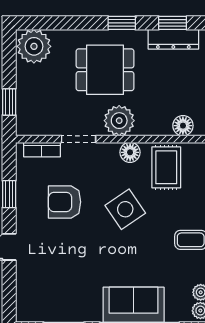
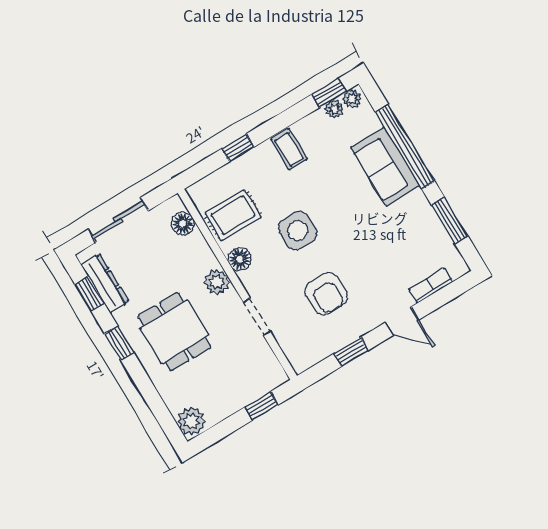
plant: (34, 46) -> (191, 421), width x0.73, depth x0.73
plant: (119, 121) -> (217, 282), width x0.73, depth x0.73
bookcase: (42, 150) -> (431, 286), moved, turned -90
side table: (125, 209) -> (298, 231), turned 34

